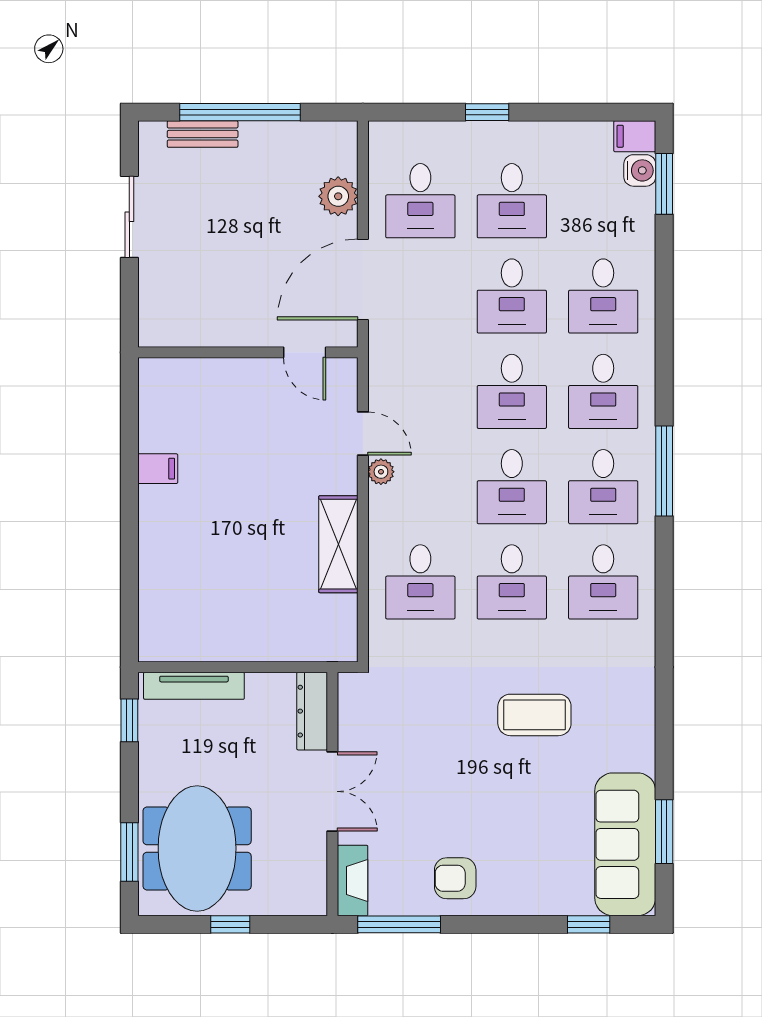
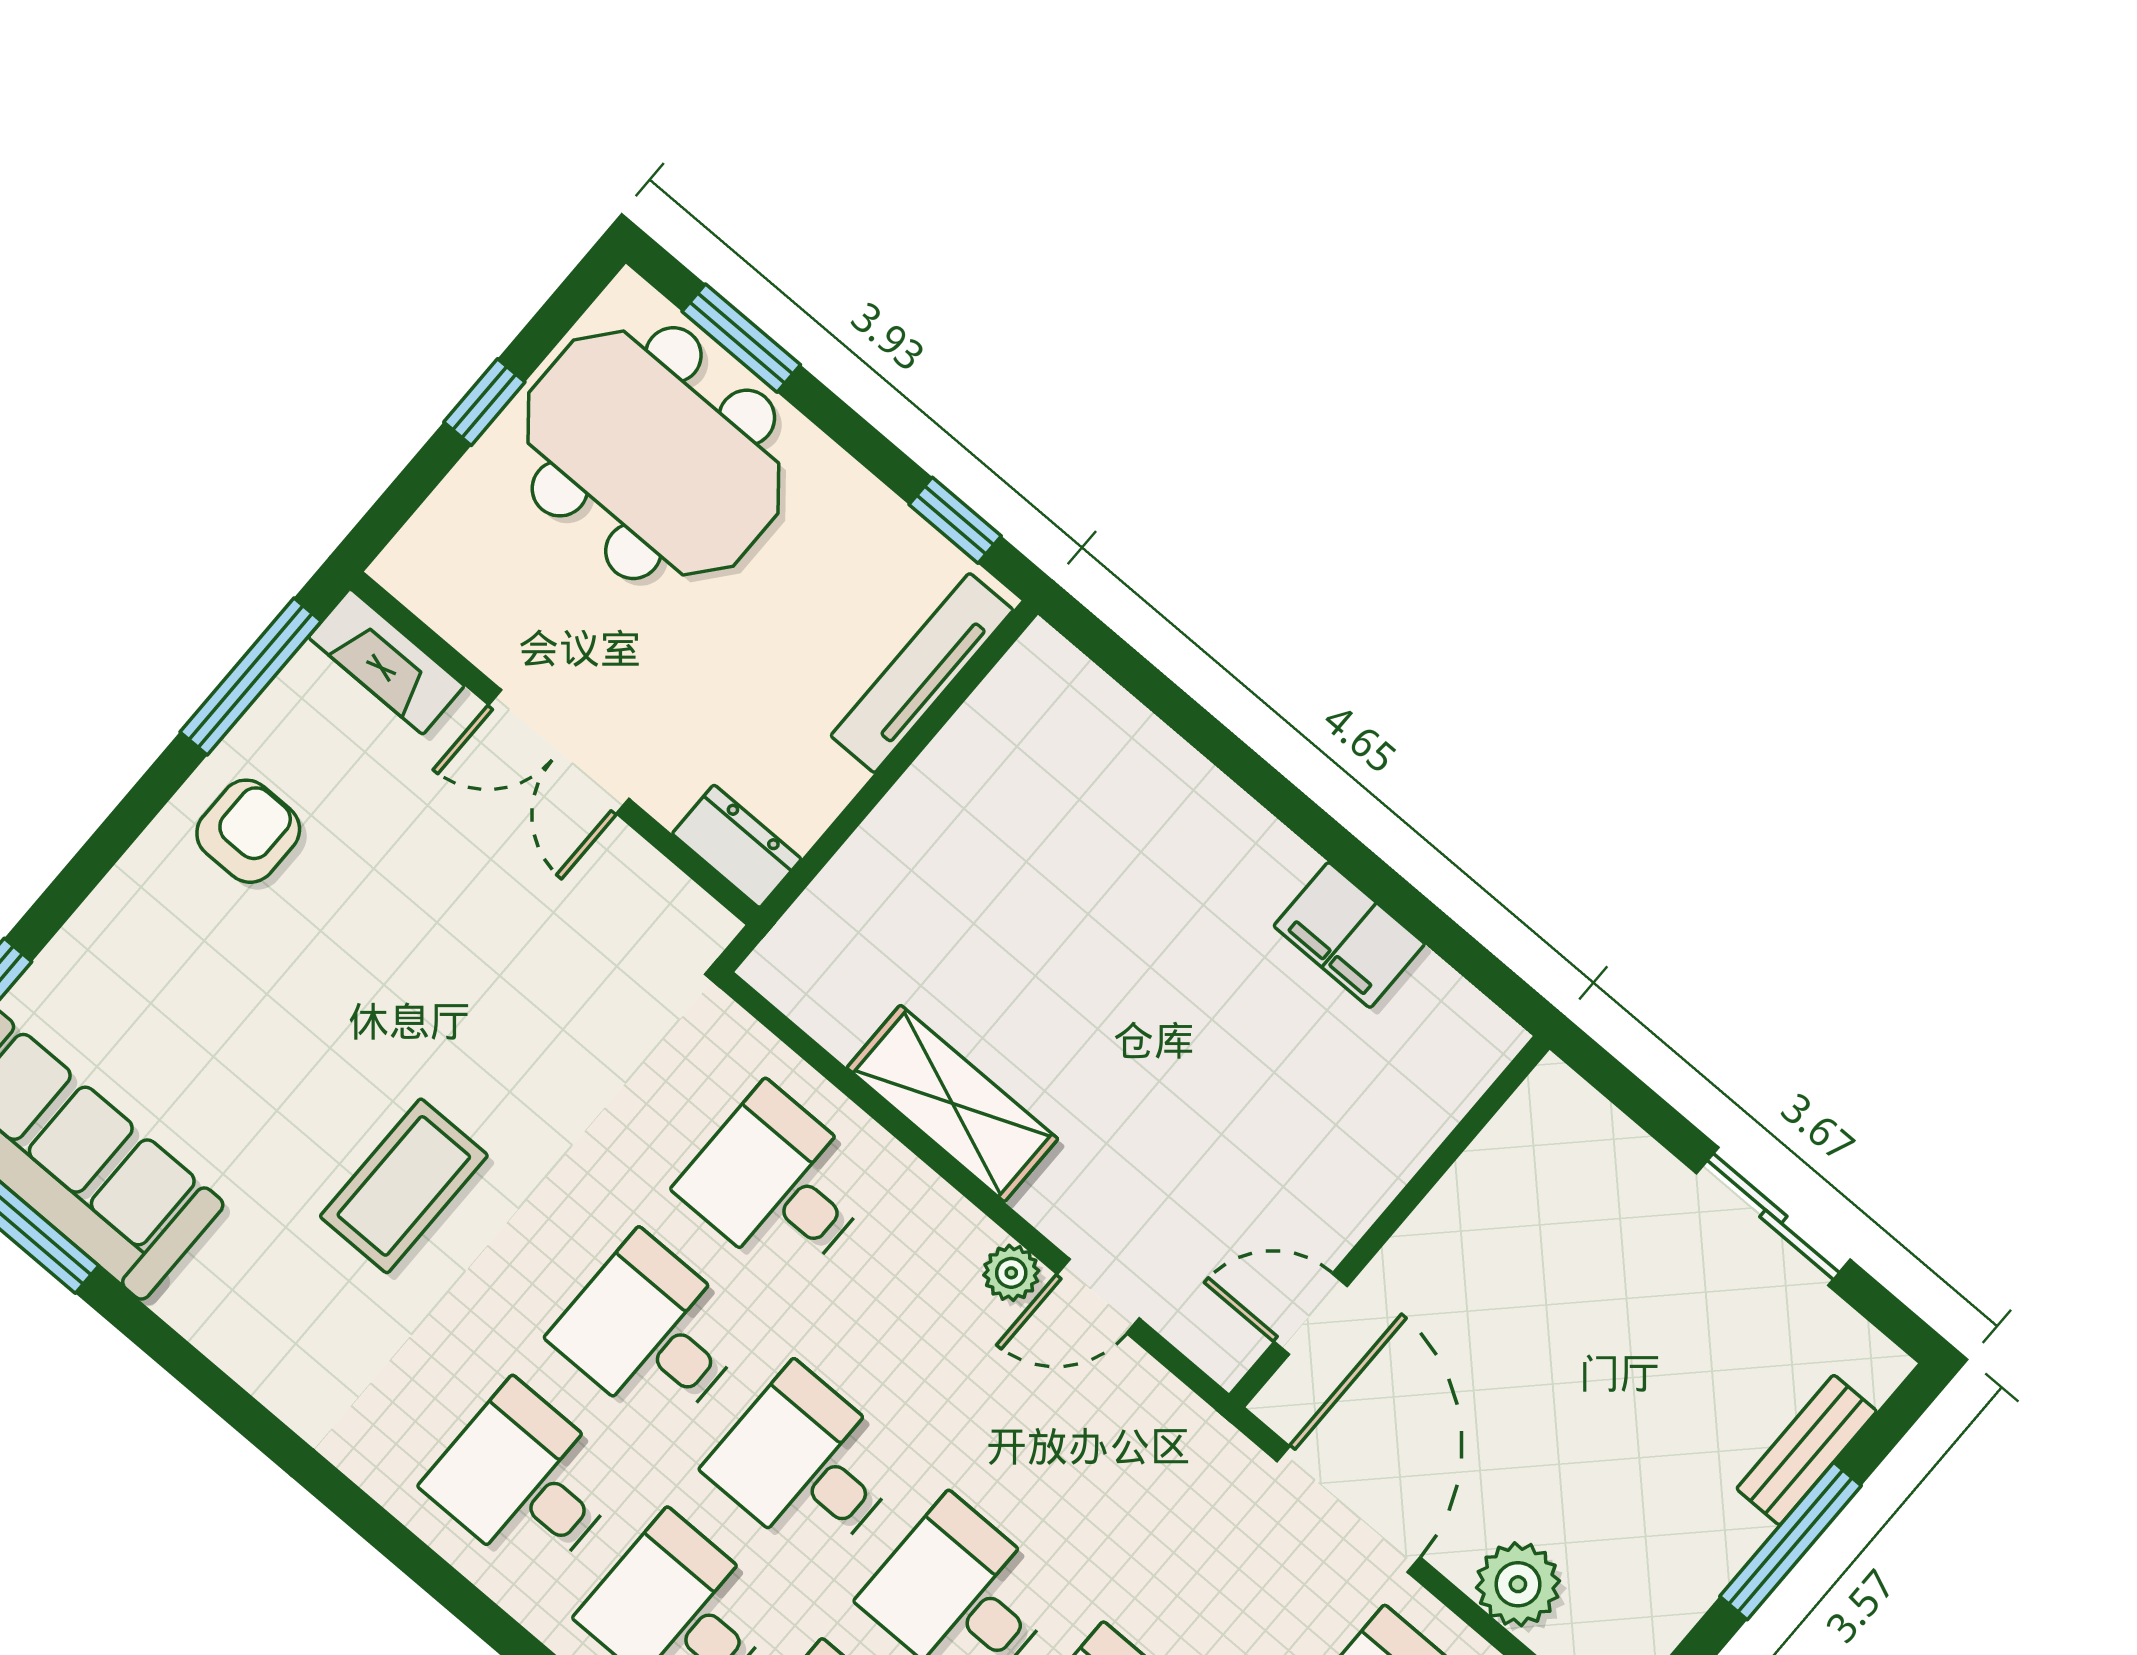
window: (240, 112) -> (1791, 1541), width x0.68
filing cabinet: (158, 469) -> (1349, 935), width x2.00
dresser: (312, 711) -> (737, 846), width x0.70

